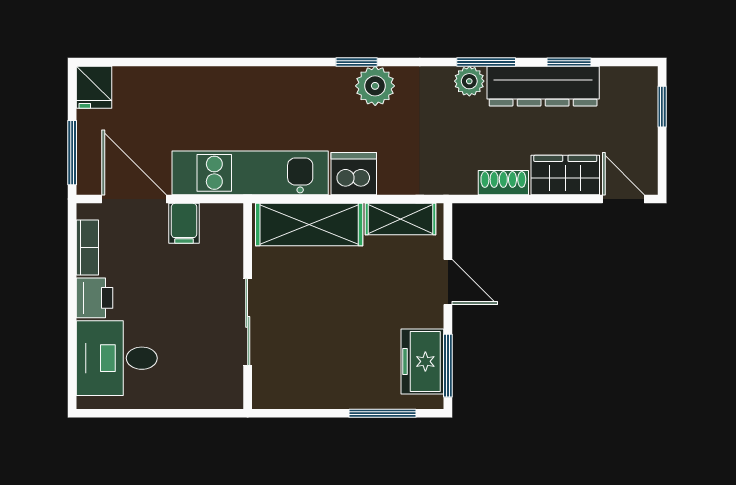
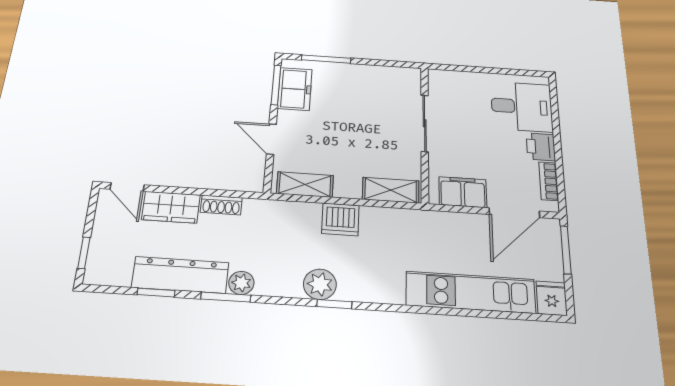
kitchen unit: (250, 173) -> (471, 292), moved, turned 180
door: (134, 199) -> (514, 213), hinge flipped
filing cabinet: (184, 223) -> (463, 192), width x2.00
shelving: (309, 225) -> (391, 190), width x0.67, depth x0.75

